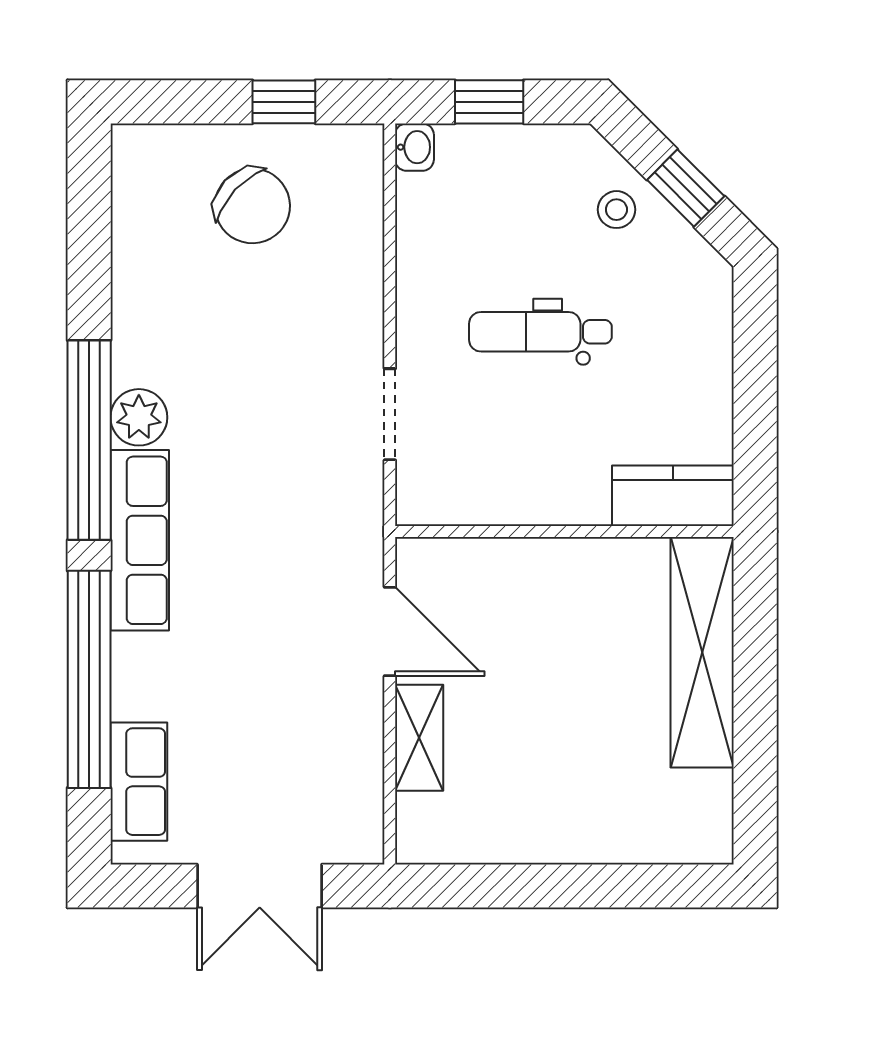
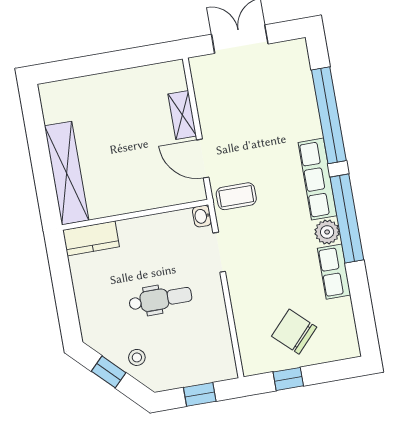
washbasin: (414, 147) -> (202, 216), moved
coffee table: (329, 534) -> (236, 196), added
row of seats: (139, 782) -> (334, 272), moved

